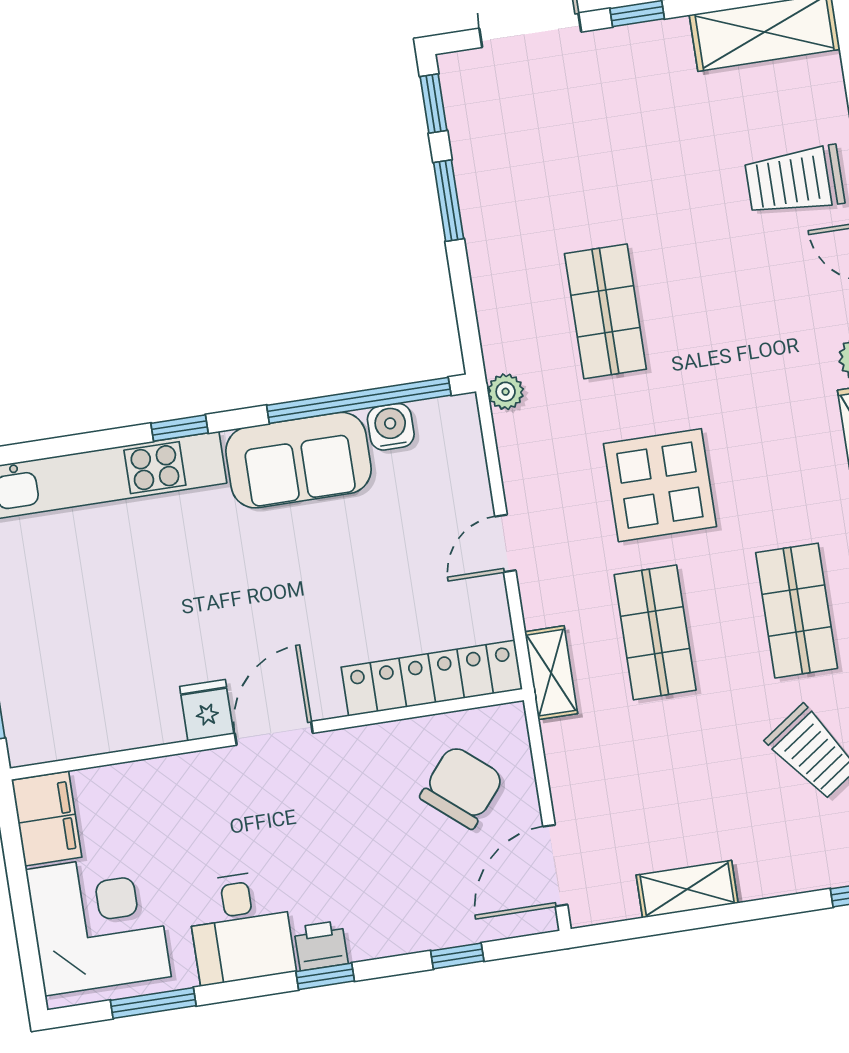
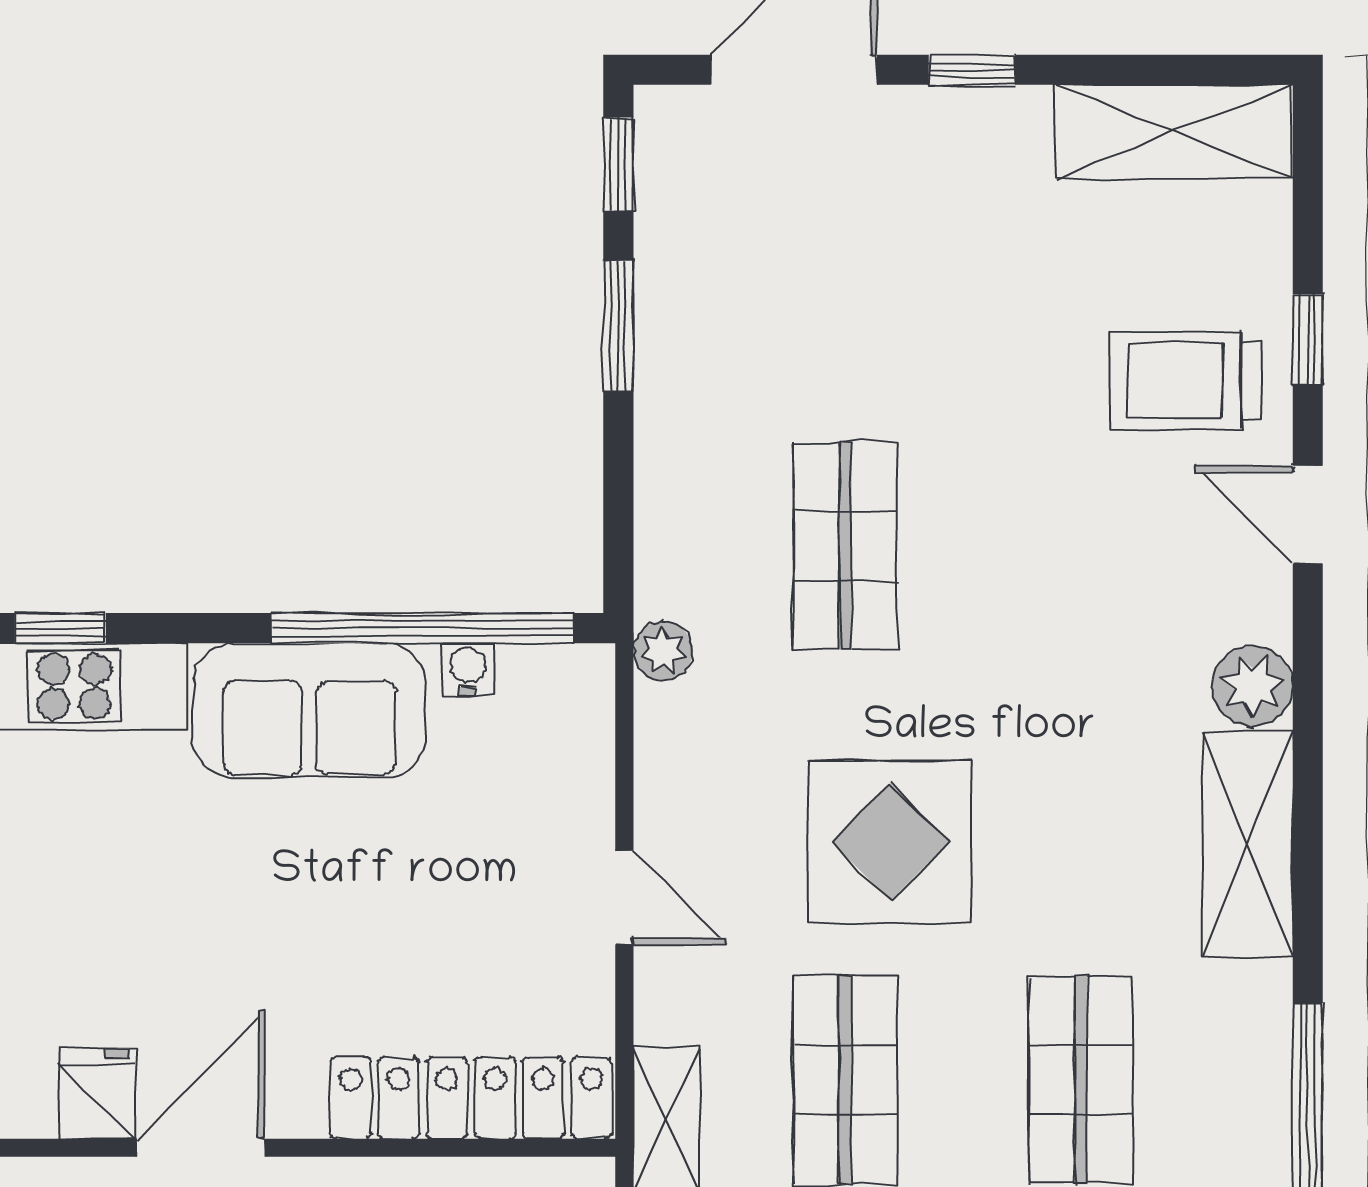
water cooler: (391, 427) -> (468, 669), width x0.72, depth x0.72
window: (180, 428) -> (60, 628), moved
door: (505, 543) -> (624, 897), swing flipped

